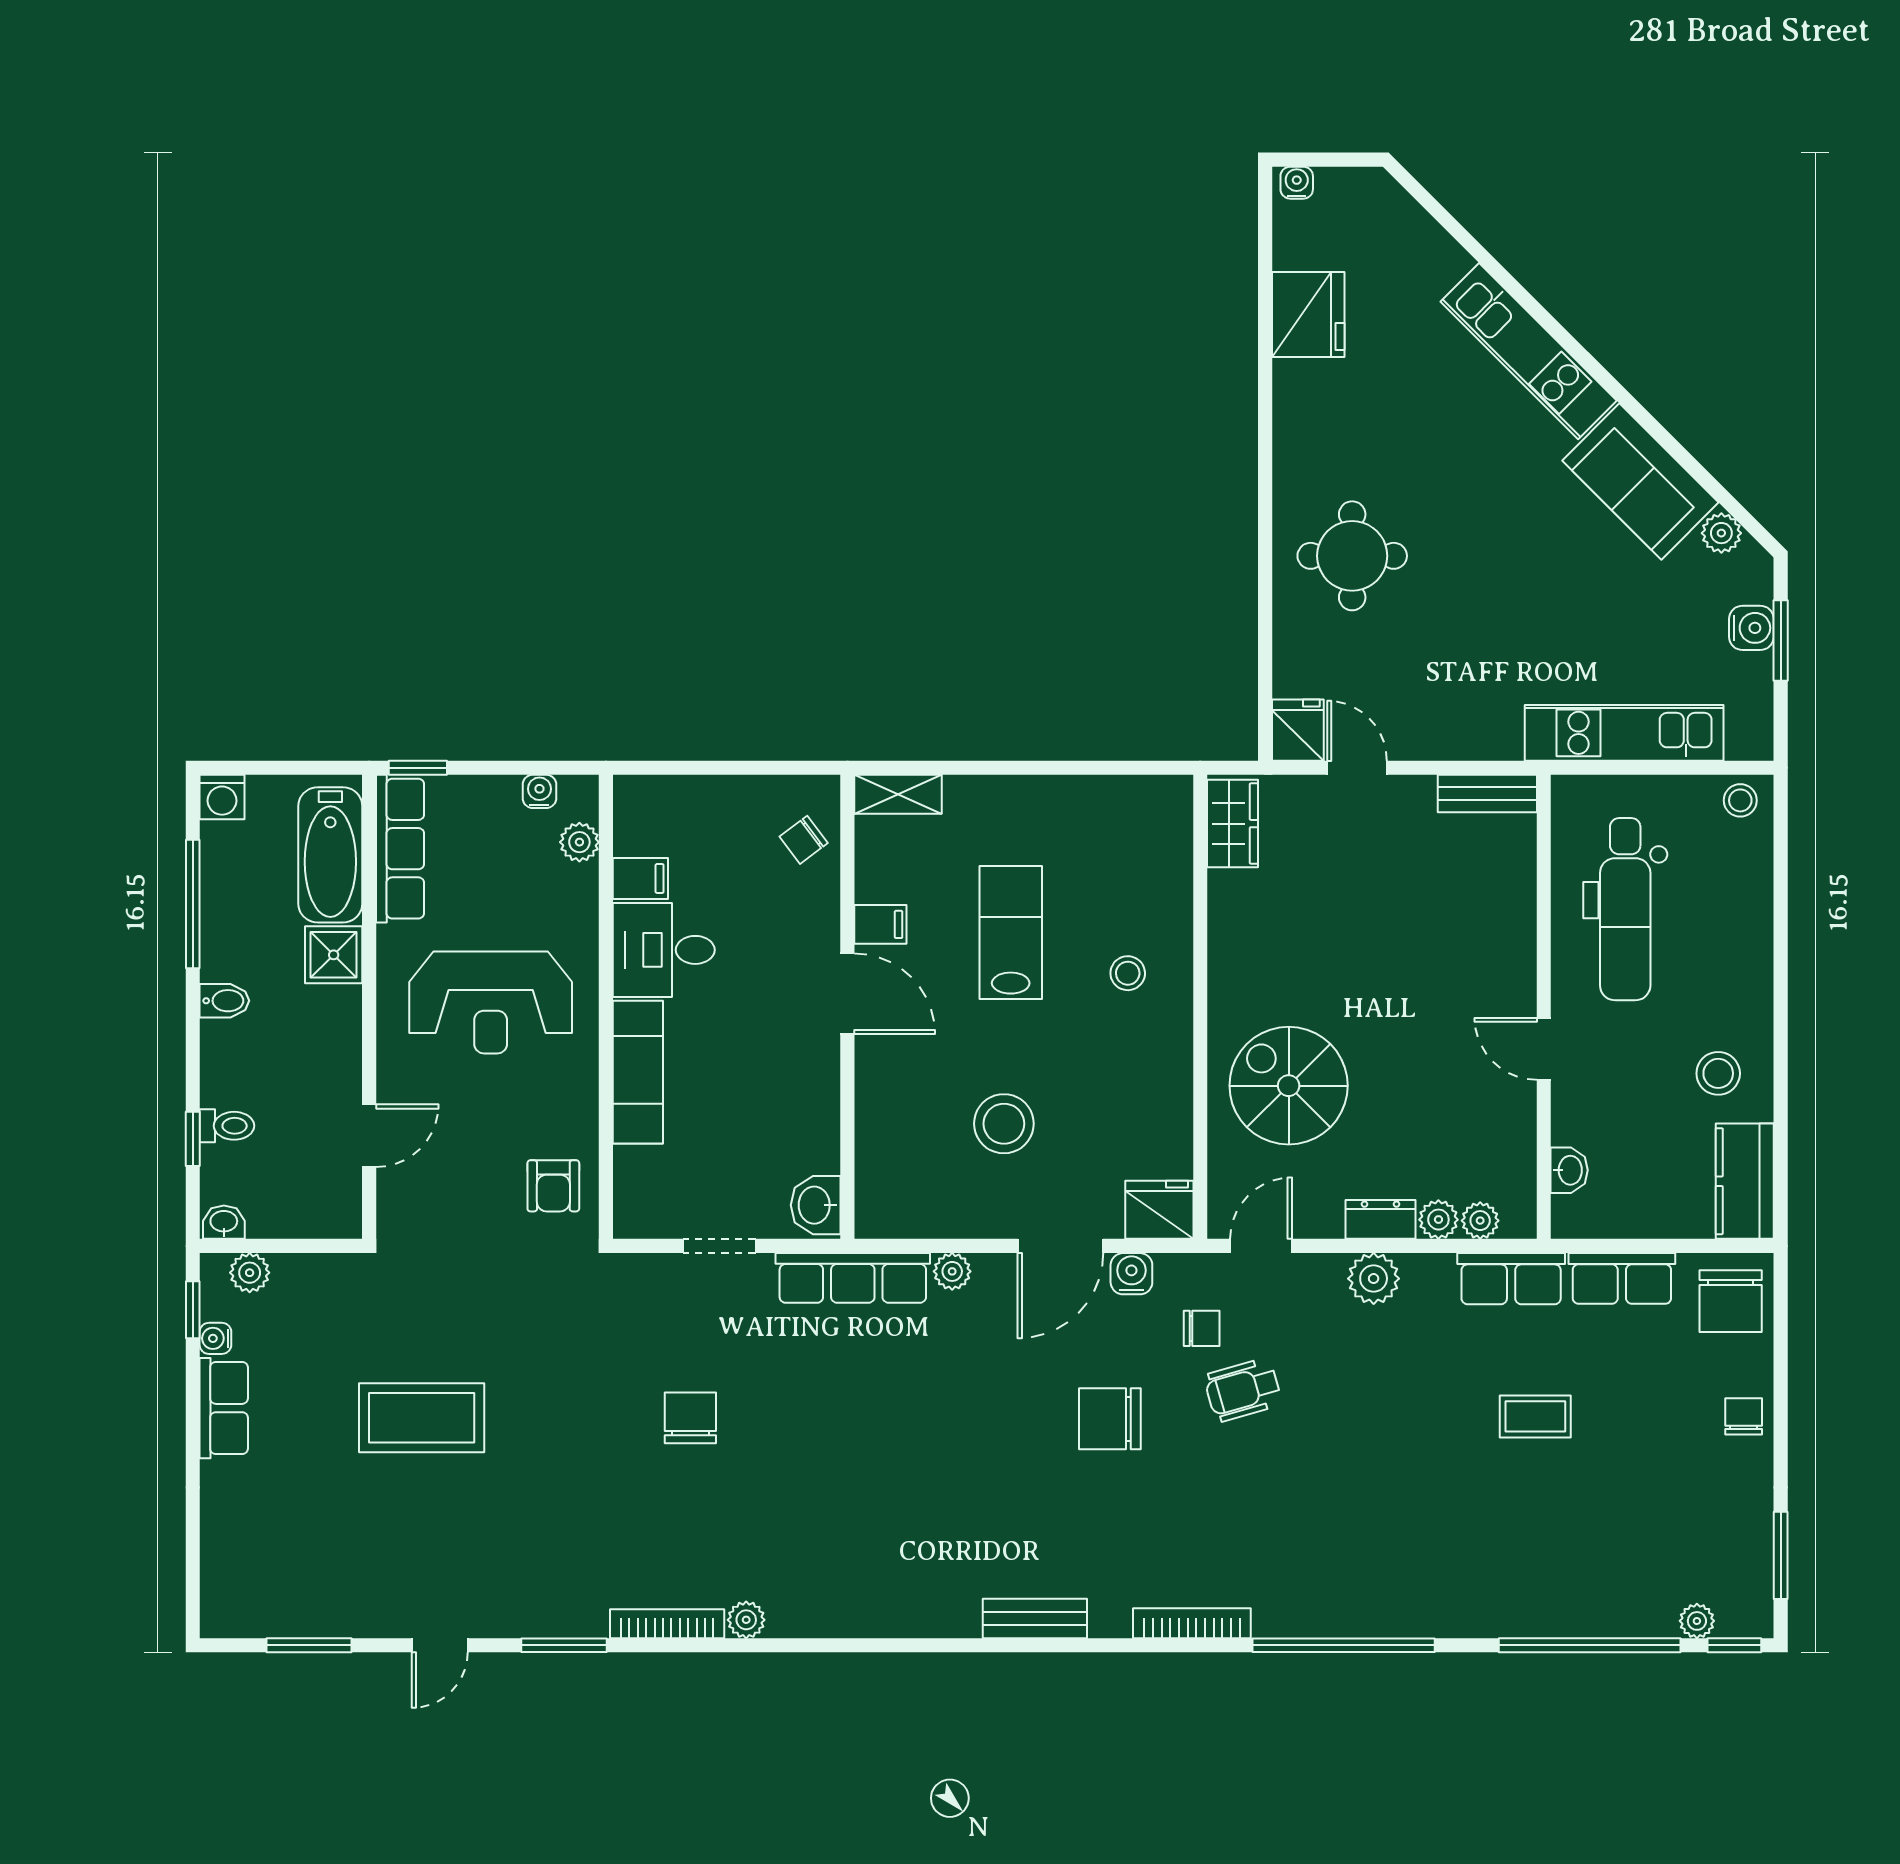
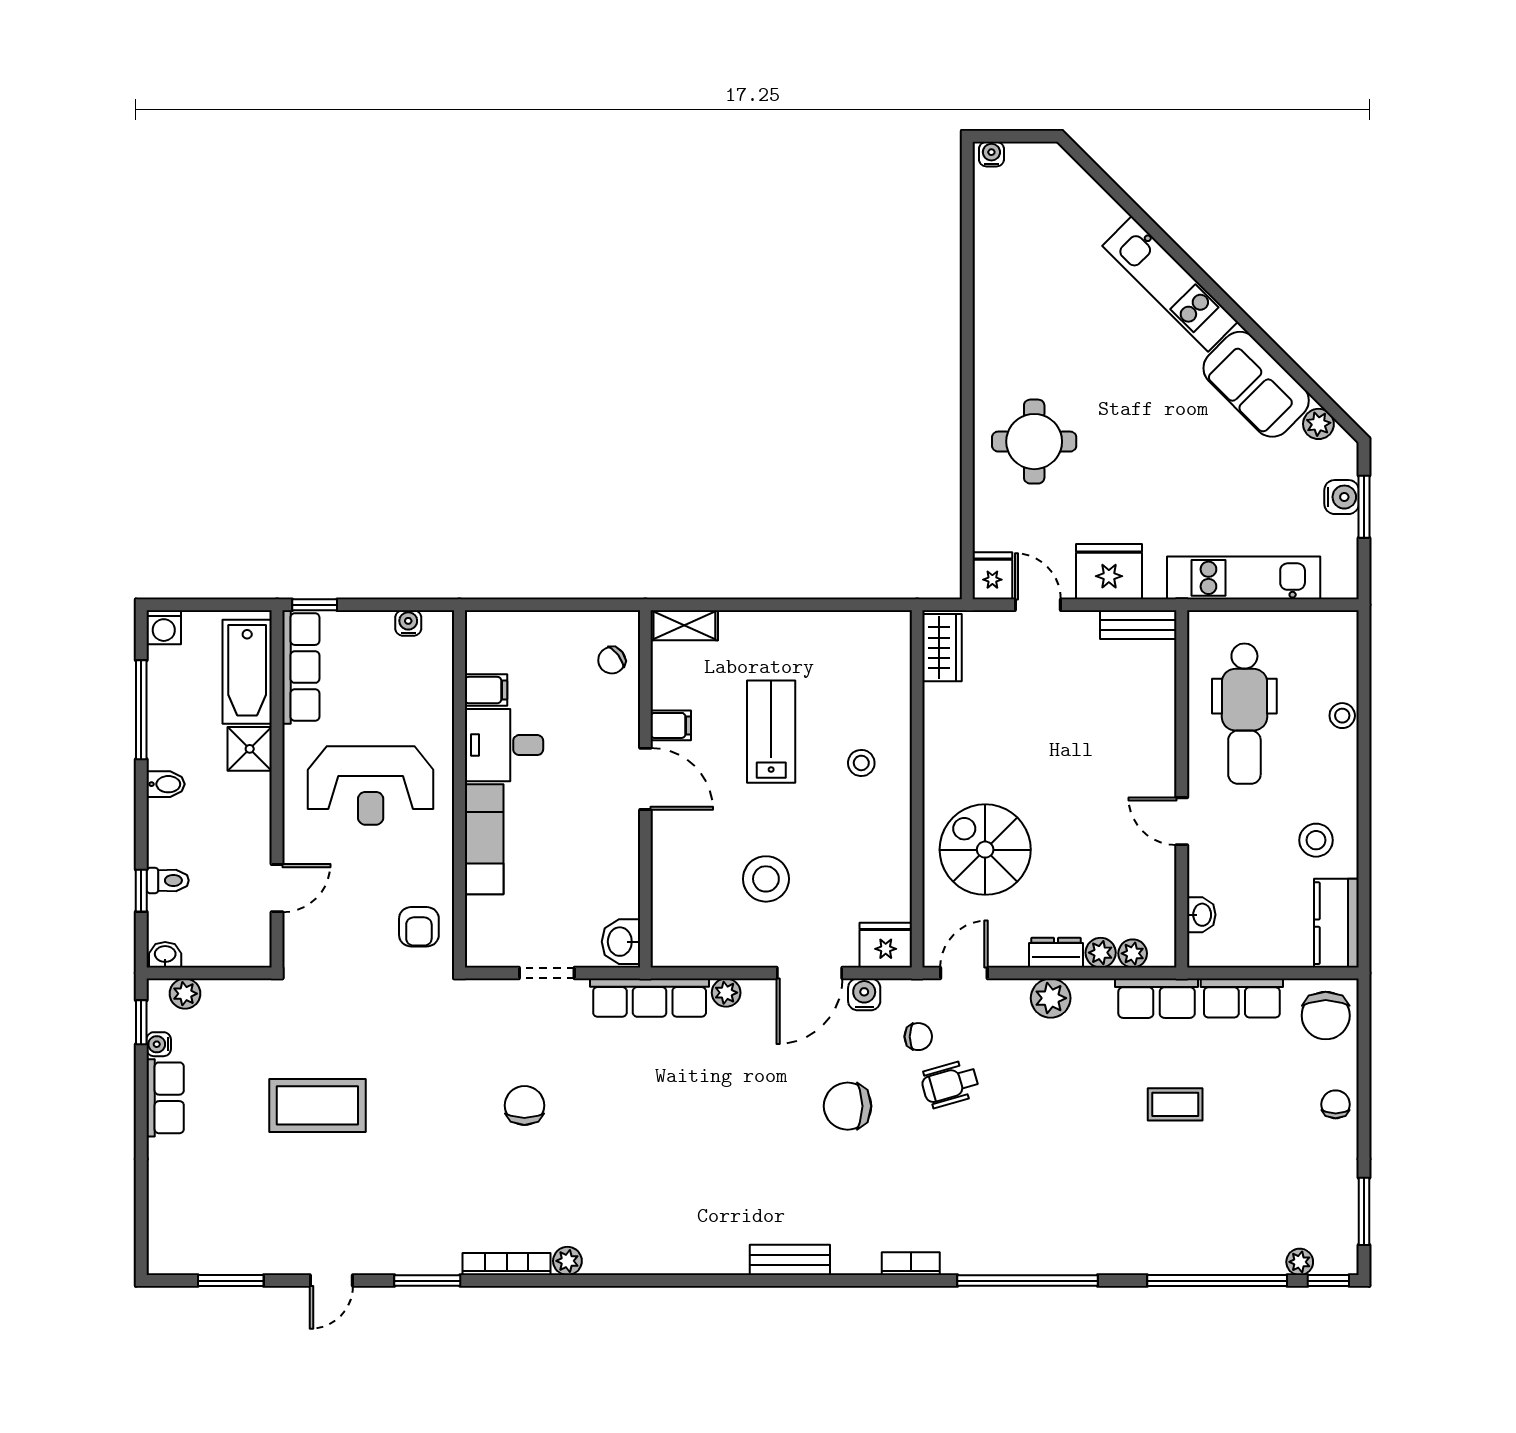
fridge: (1308, 314) -> (1109, 572), moved, turned -90
stool: (1740, 800) -> (1342, 716), moved
plant: (579, 842) -> (439, 662), removed
bookcase: (1192, 1623) -> (911, 1264), width x0.64

